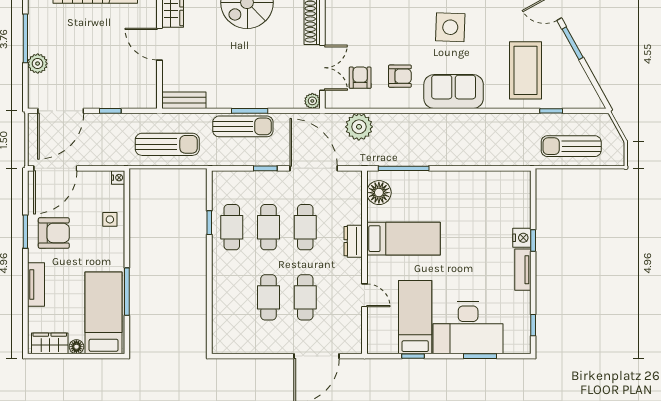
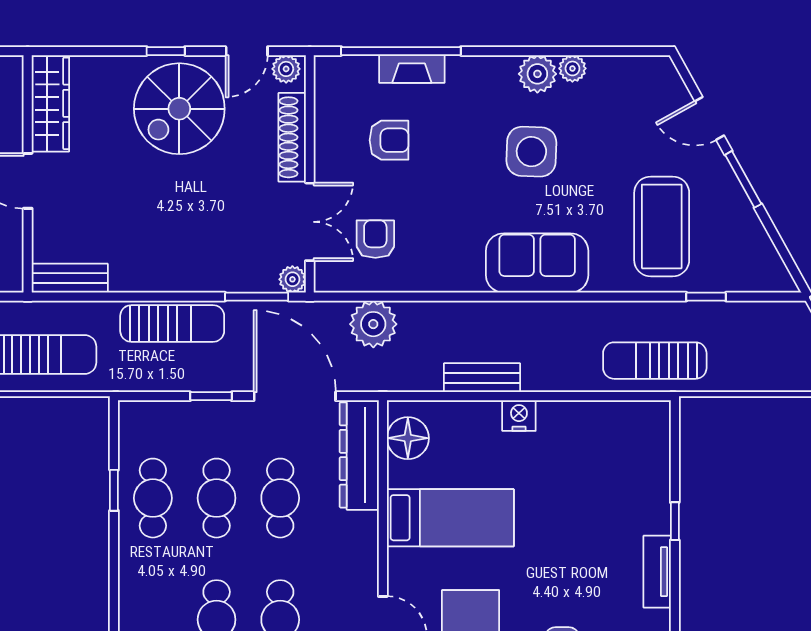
armchair: (400, 76) -> (389, 140), moved
window: (250, 111) -> (257, 297), moved
sun lounger: (571, 146) -> (655, 361), moved
bench: (422, 158) -> (482, 378), added
window: (404, 168) -> (451, 396), removed
nightstand: (522, 238) -> (519, 416), moved, turned -90
dresser: (353, 241) -> (359, 455), moved, width x1.96, depth x1.24

